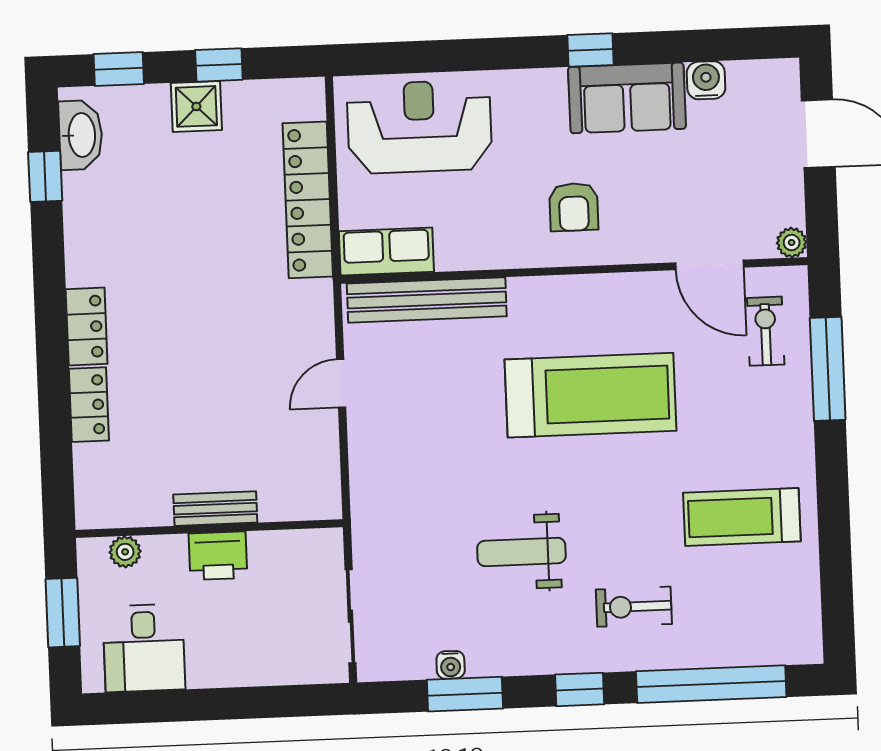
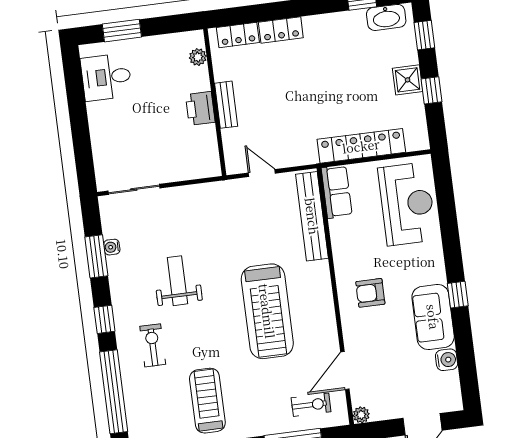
bench: (215, 509) -> (226, 105), moved
wall: (209, 529) -> (215, 102), moved
plant: (125, 552) -> (198, 57), moved
printer: (218, 556) -> (200, 108), moved

